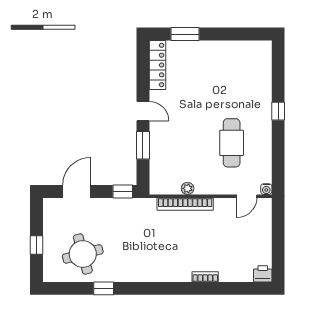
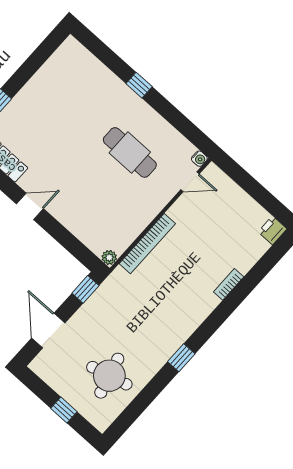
window: (143, 145) -> (60, 234), removed
plant: (188, 188) -> (109, 257), moved
door: (247, 196) -> (190, 182), hinge flipped
window: (104, 288) -> (181, 358), moved

